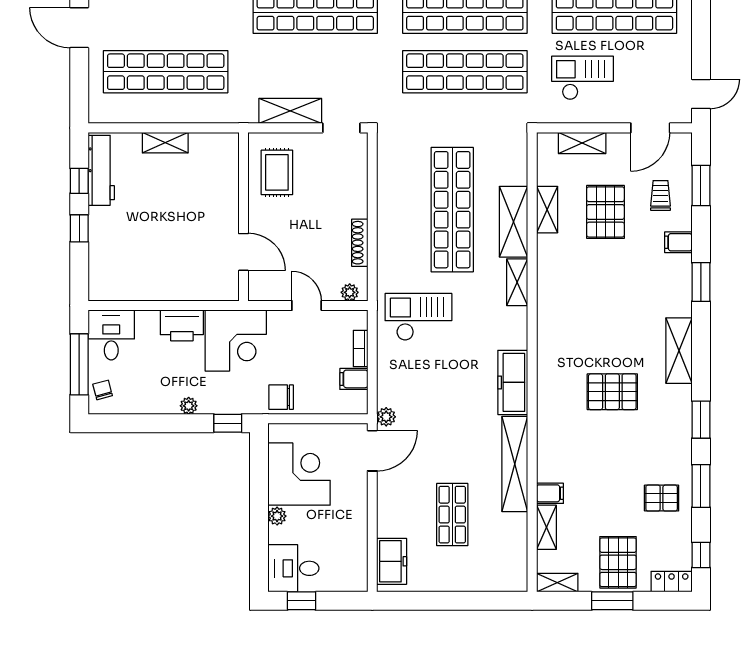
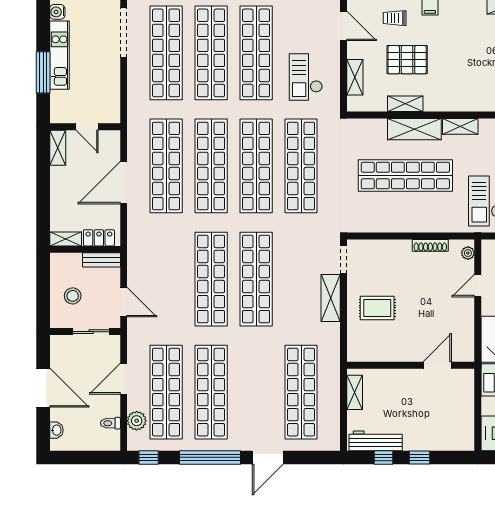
wall: (243, 217) -> (411, 365), moved
door: (243, 252) -> (437, 365), moved

